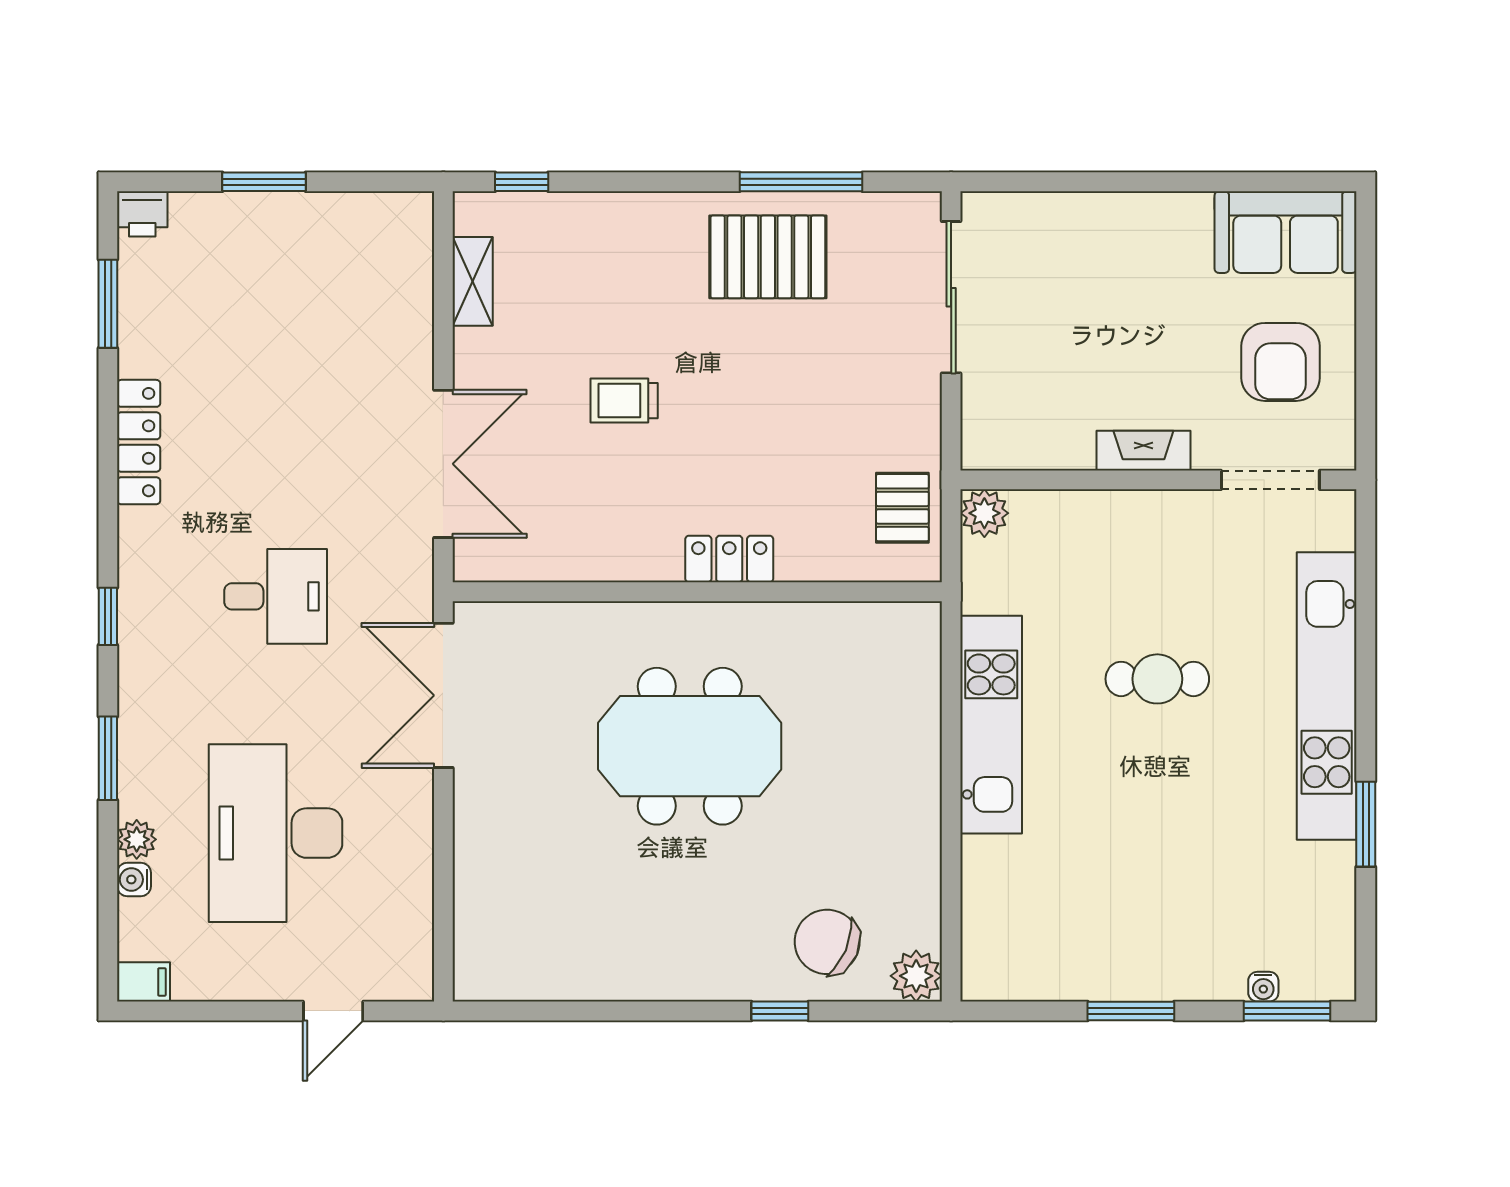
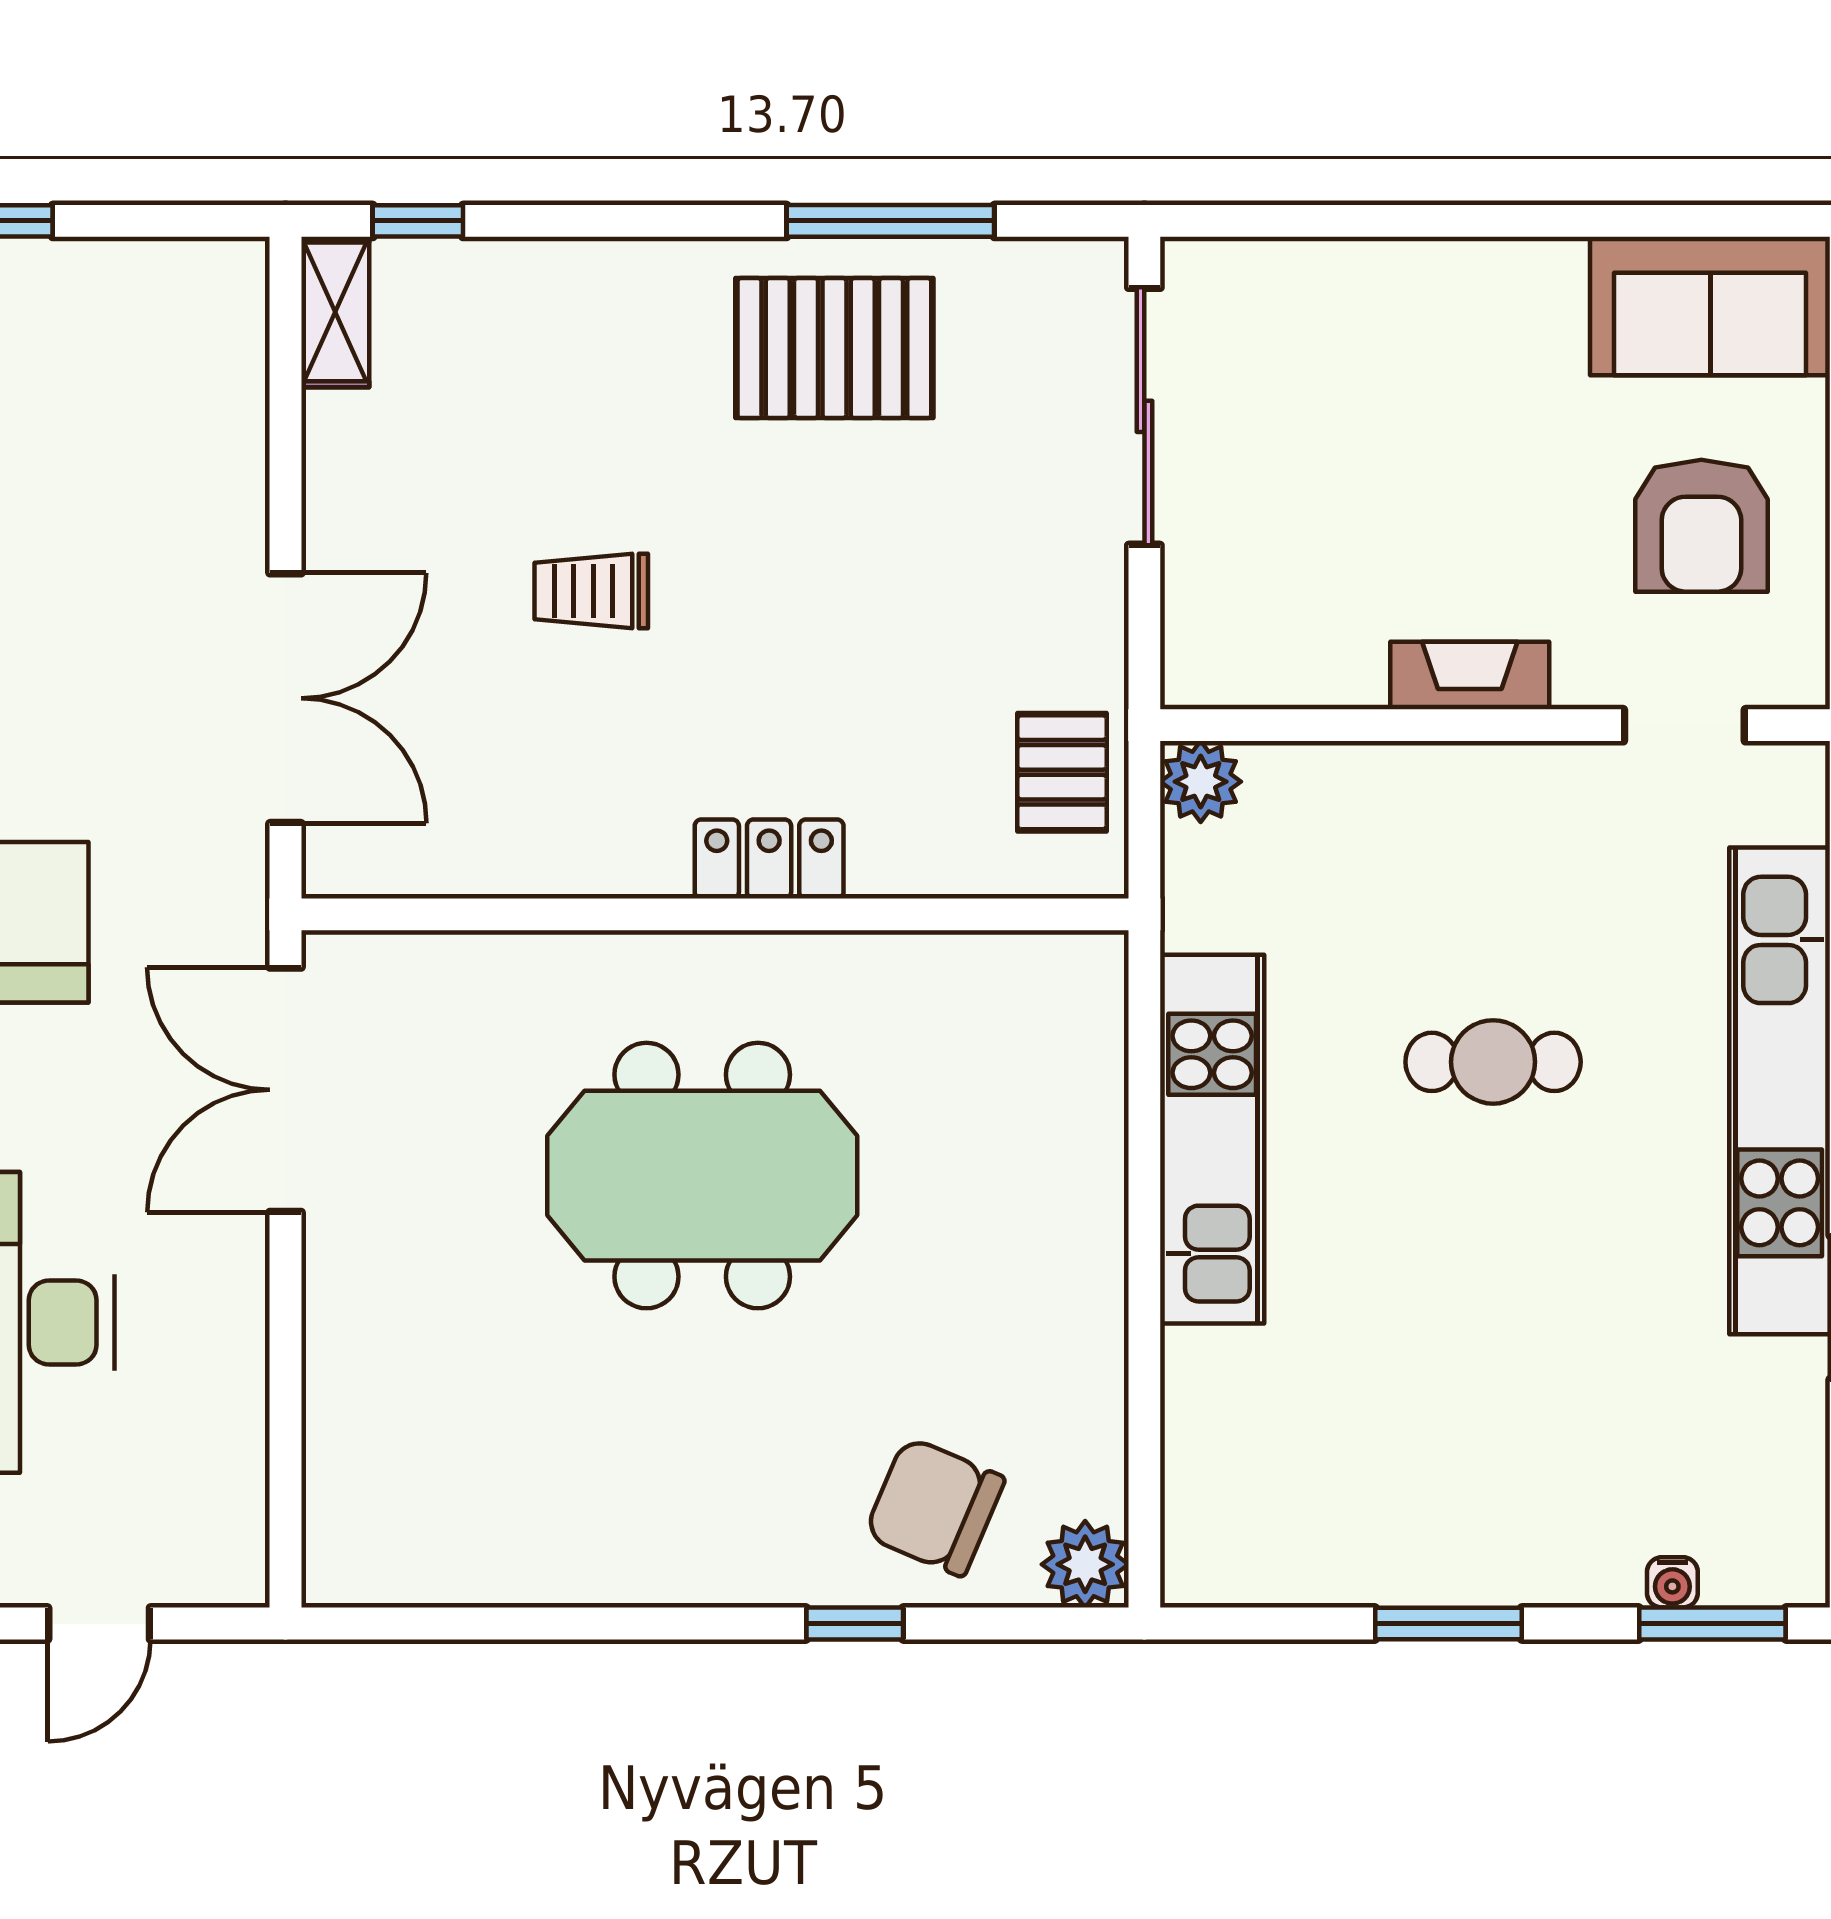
shelving: (473, 281) -> (335, 312), moved
doorway: (1270, 480) -> (1684, 725), width x0.73

